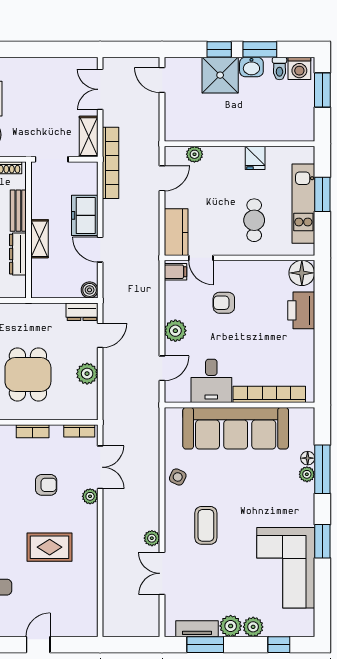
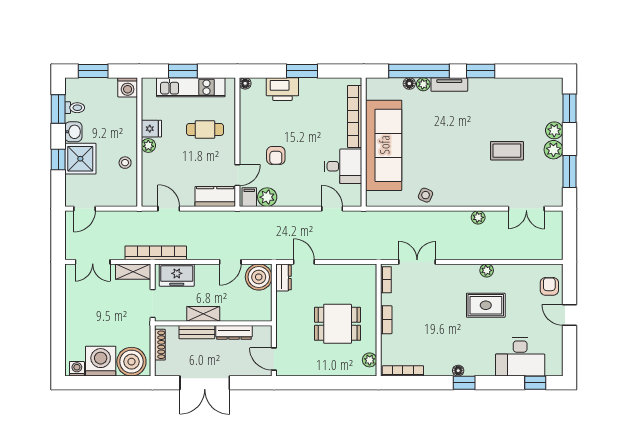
window: (260, 49) -> (58, 109), moved
washing machine: (299, 68) -> (128, 87), moved, turned 90
stool: (216, 127) -> (125, 163), added
plant: (194, 154) -> (148, 145), moved
freezer: (85, 215) -> (177, 275), moved
shelving: (39, 239) -> (203, 314), moved
floor lamp: (302, 273) -> (245, 83), width x0.53, depth x0.53
boiler: (90, 290) -> (259, 277), width x1.86, depth x1.86
plant: (175, 331) -> (267, 197), moved
window: (322, 333) -> (302, 71), added
plant: (87, 374) -> (337, 273), removed
window: (322, 469) -> (419, 71), width x1.46
armchair: (46, 485) -> (549, 286), moved
plant: (90, 496) -> (487, 270), moved
coffee table: (206, 525) -> (507, 151), moved
rug: (50, 547) -> (486, 305), turned 90
corner sofa: (286, 568) -> (504, 102), removed
double door: (162, 573) -> (526, 209), moved
tv unit: (197, 629) -> (449, 85), moved, turned -90
window: (279, 645) -> (569, 108), width x1.50

